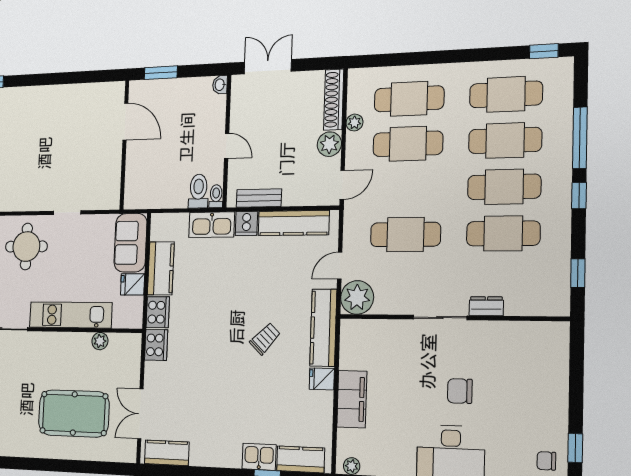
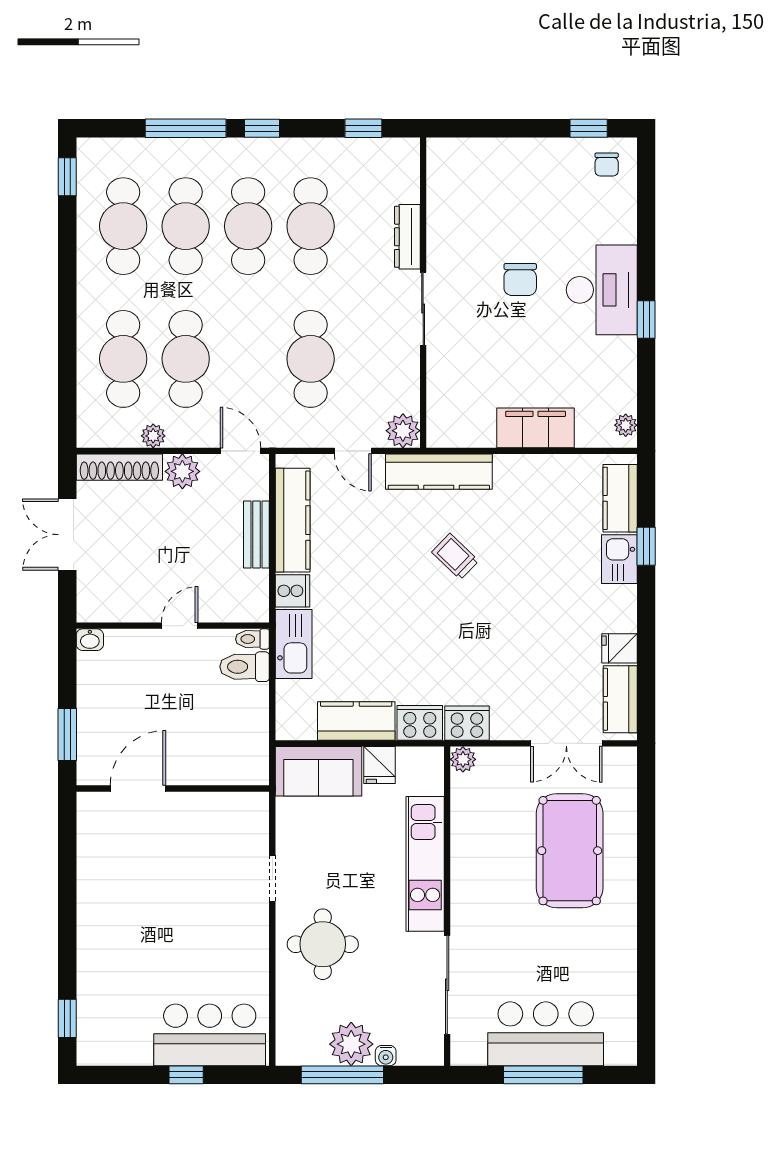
double door: (268, 67) -> (67, 535), moved
bench: (259, 198) -> (256, 534), moved
plant: (357, 297) -> (403, 431), width x0.73, depth x0.73
dresser: (486, 306) -> (407, 237), width x1.44
plant: (100, 341) -> (463, 759), moved
fridge: (322, 379) -> (619, 648), moved, turned 90

